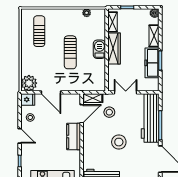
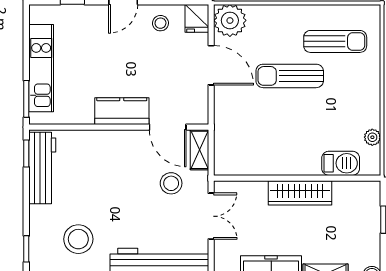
shelving: (113, 22) -> (354, 190), removed
barbecue: (99, 49) -> (341, 163), moved
sun lounger: (70, 52) -> (290, 76), moved
door: (51, 92) -> (211, 65), swing flipped
stool: (119, 142) -> (78, 239), moved

